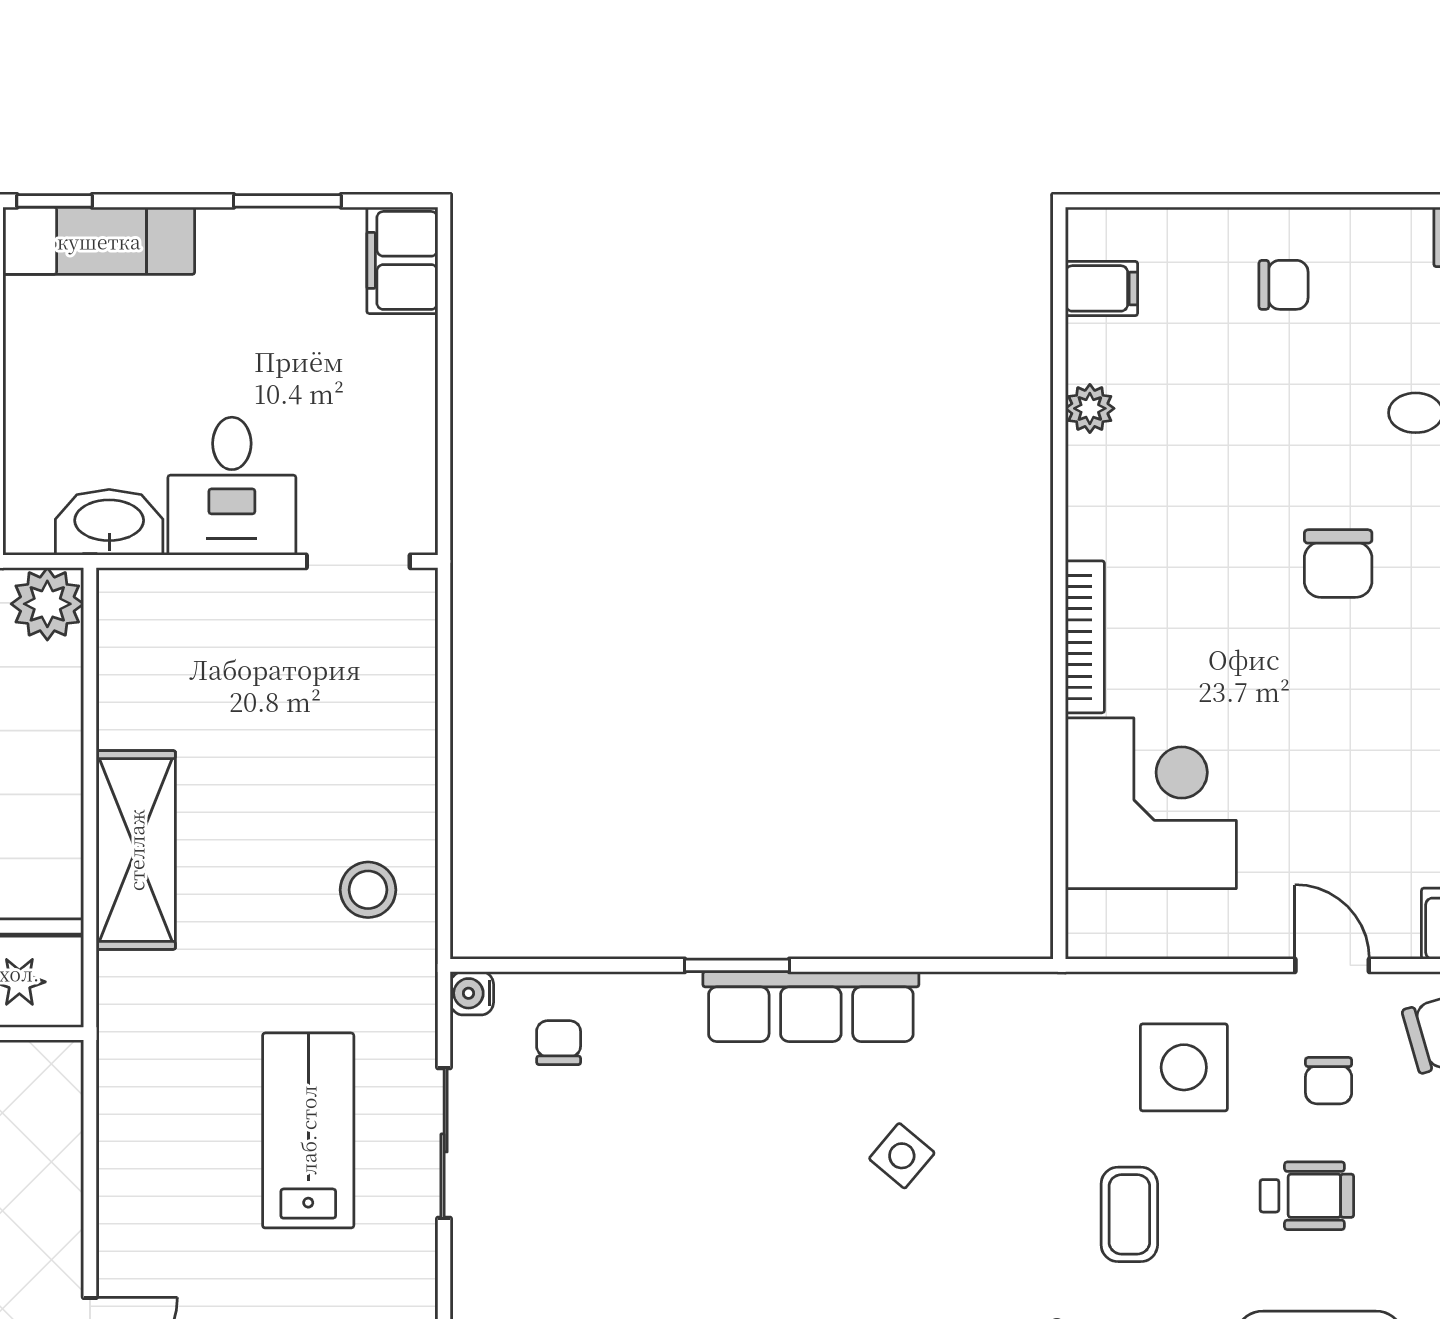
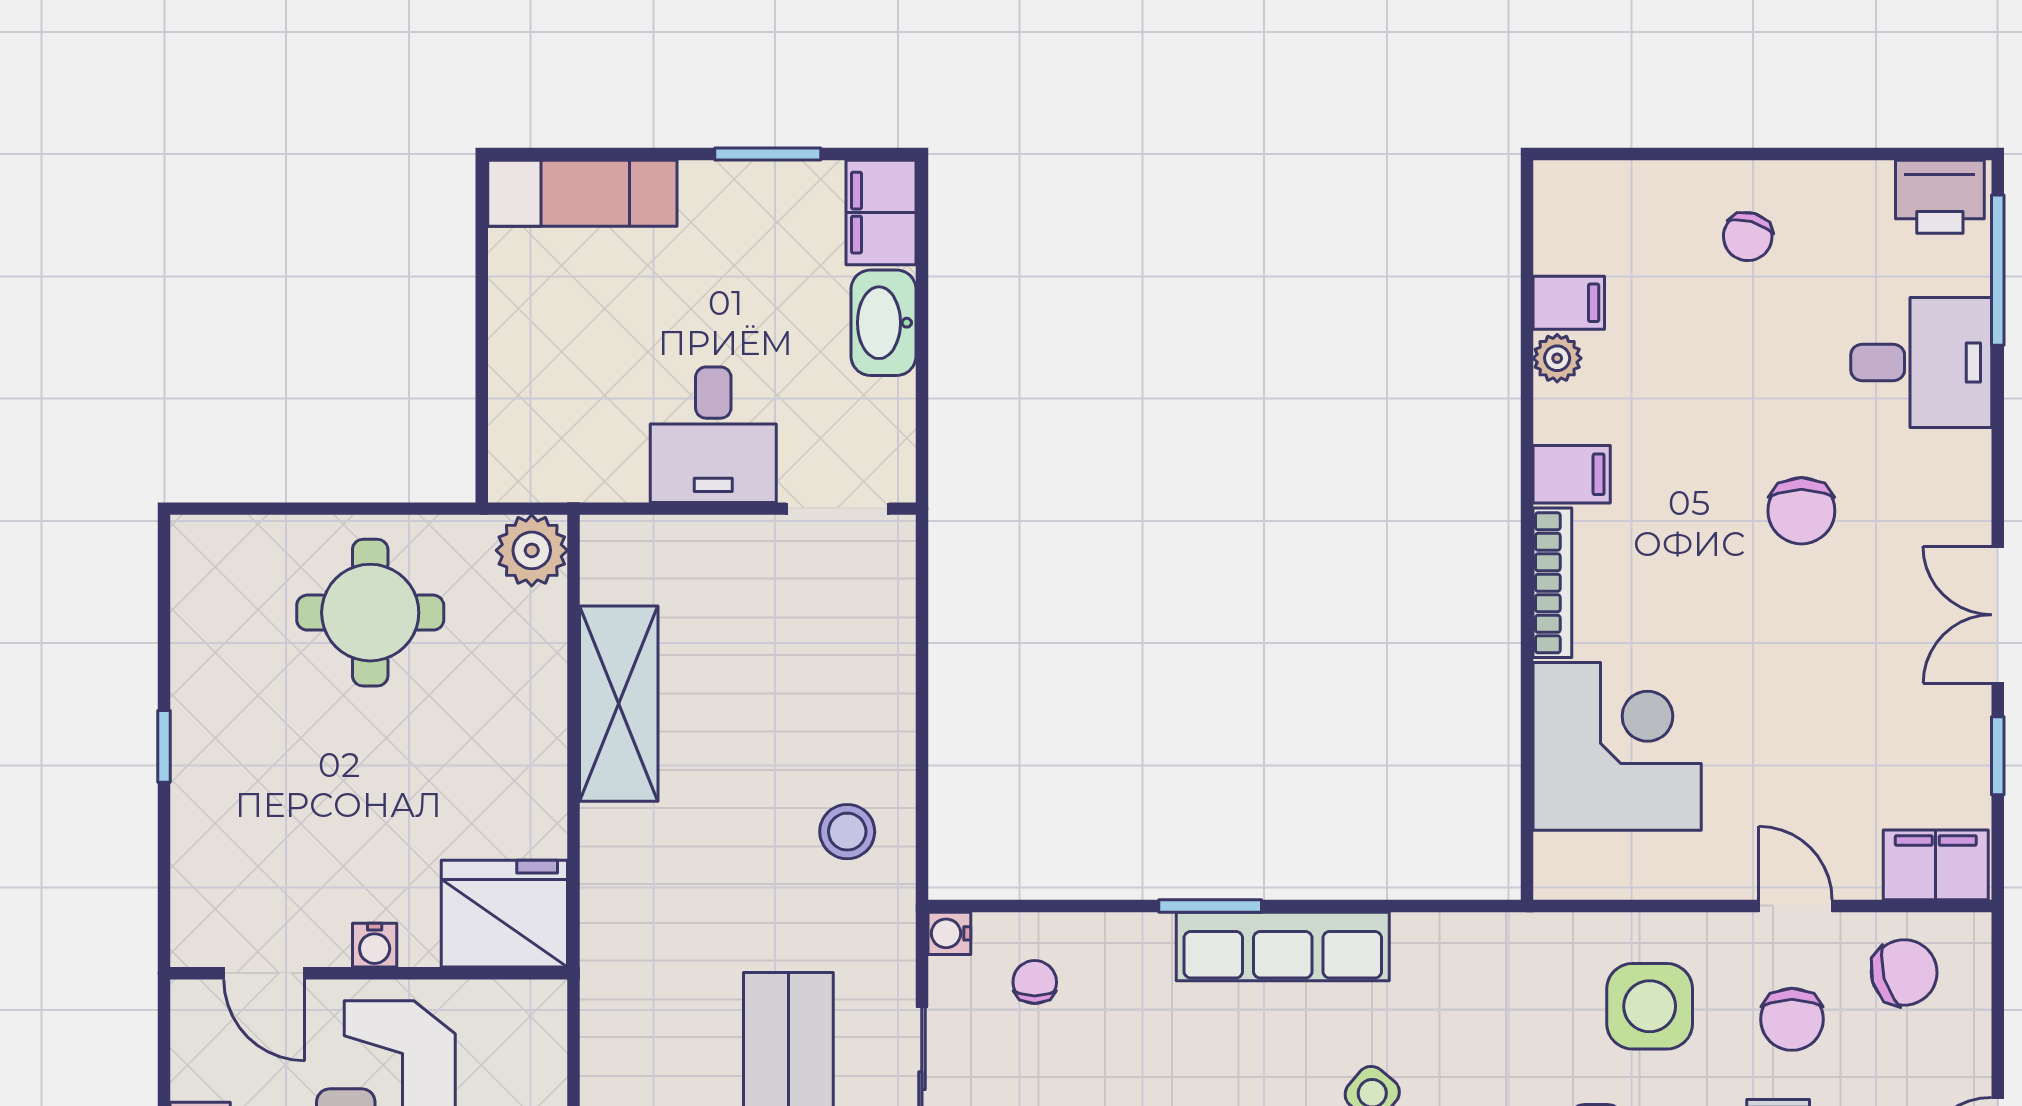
window: (55, 201) -> (539, 154), removed
chair: (1284, 285) -> (1748, 237), turned 106
filing cabinet: (1102, 288) -> (1569, 303), moved
washbasin: (109, 522) -> (884, 323), moved, turned -90
filing cabinet: (1105, 526) -> (1572, 474), added
shelving: (136, 850) -> (619, 704), moved
chair: (1329, 1081) -> (1792, 1019), width x1.37, depth x1.37

